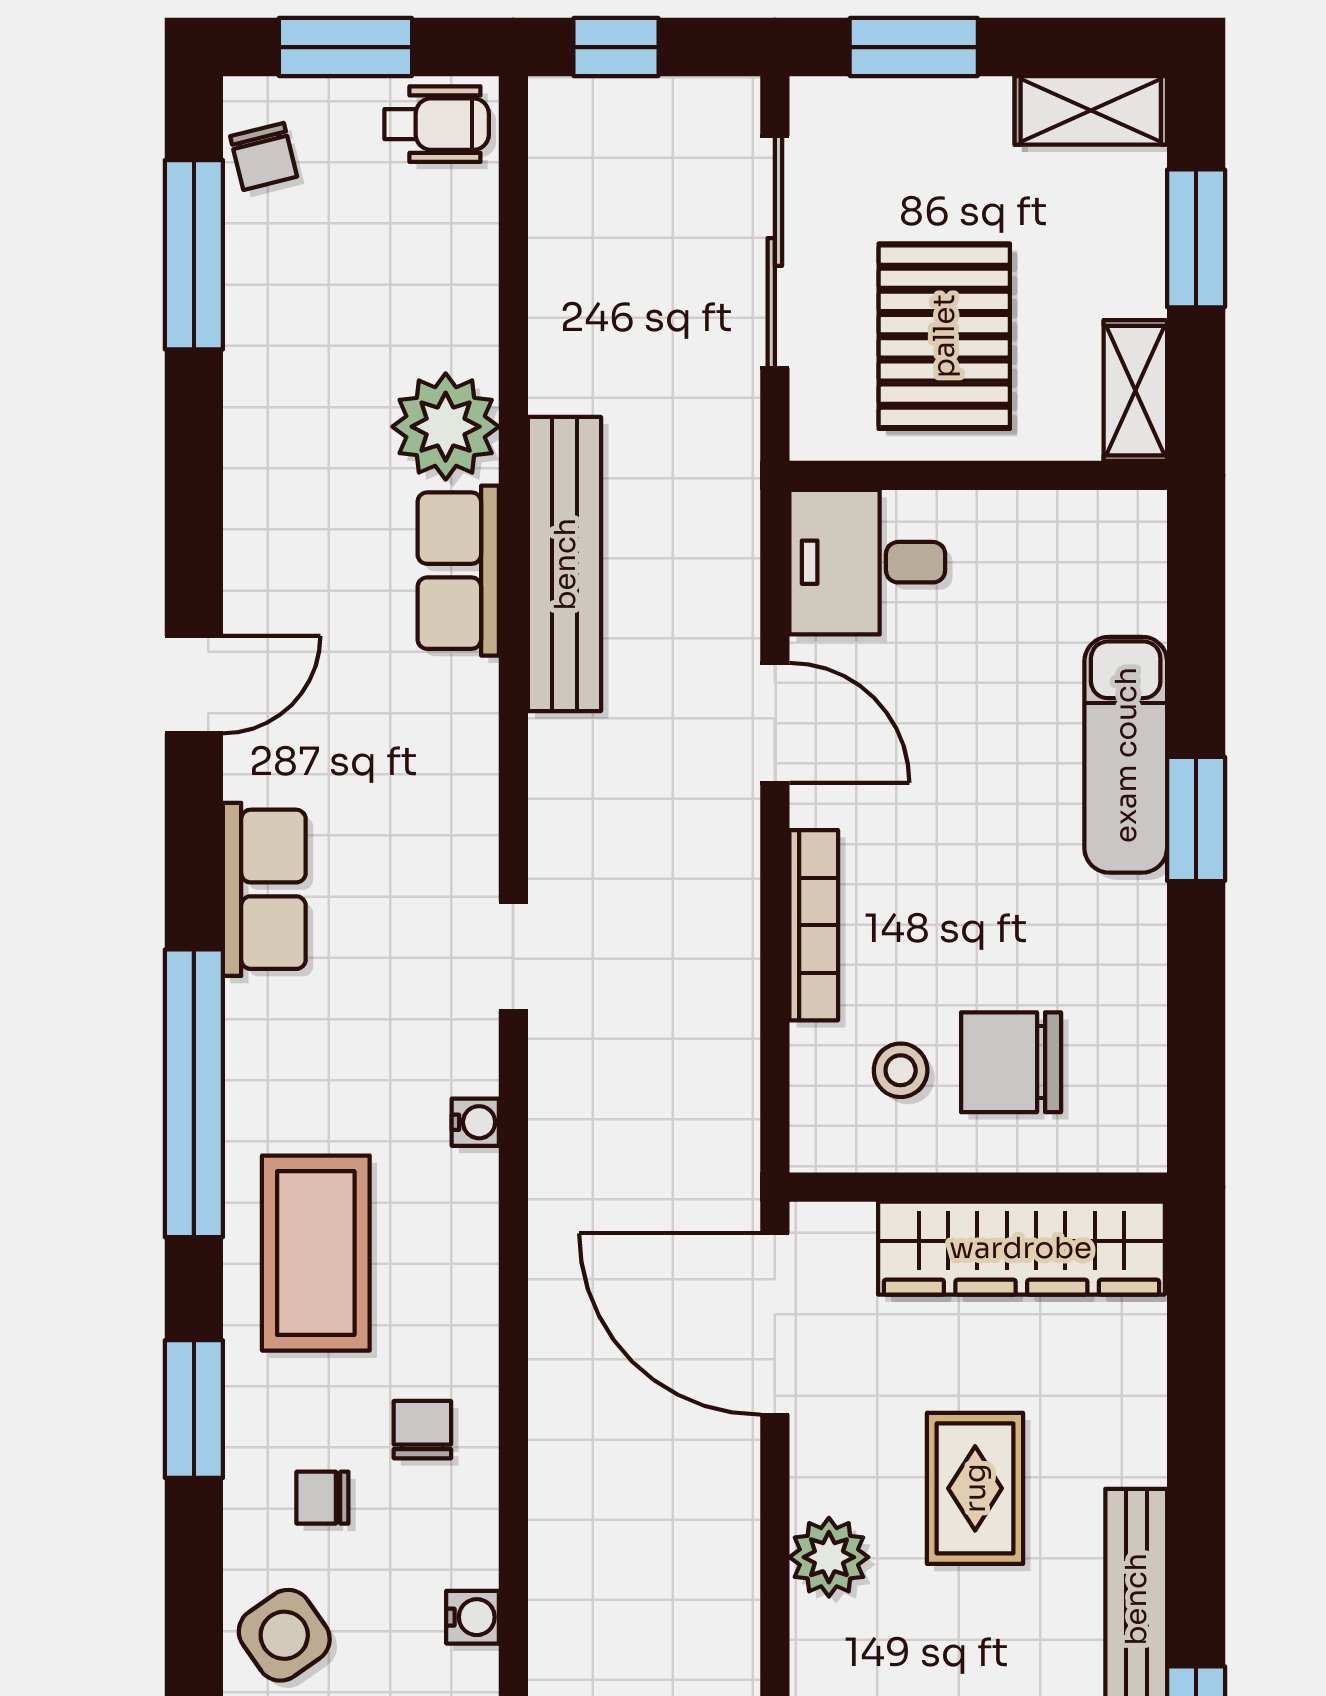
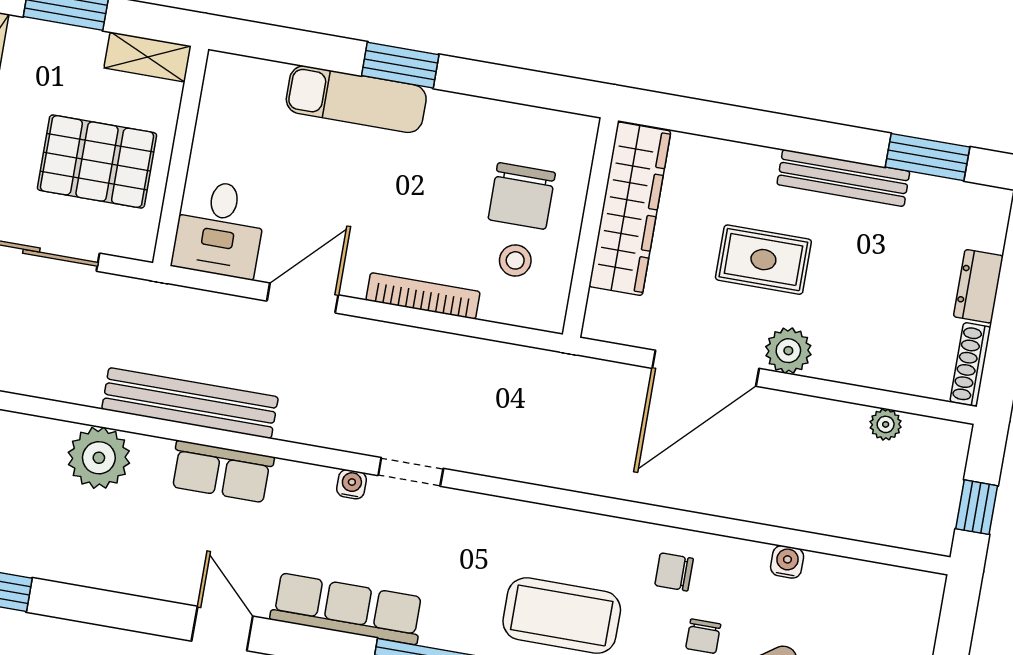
row of seats: (458, 571) -> (222, 472), moved
row of seats: (264, 889) -> (347, 609), width x1.48
water cooler: (475, 1122) -> (352, 484), moved
door: (775, 1324) -> (706, 368), moved

